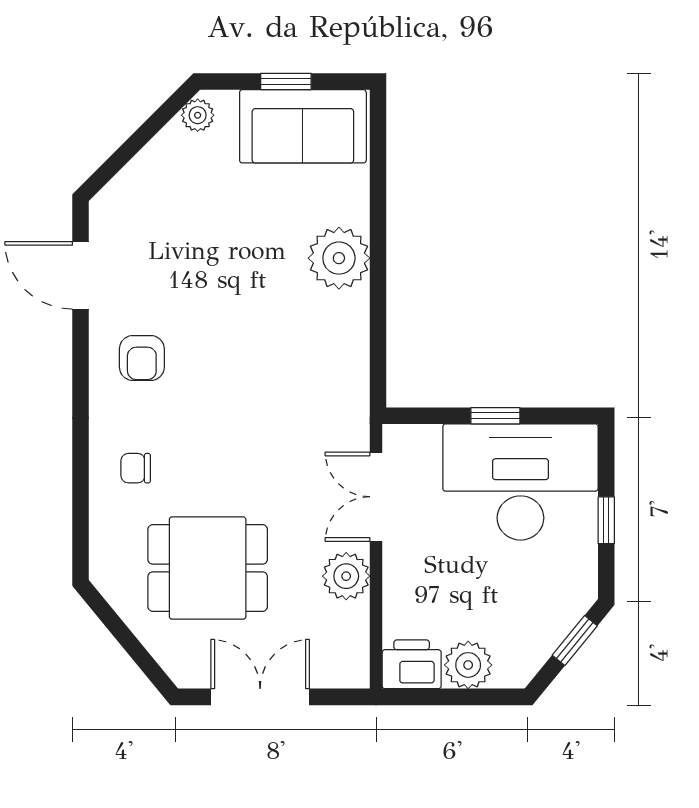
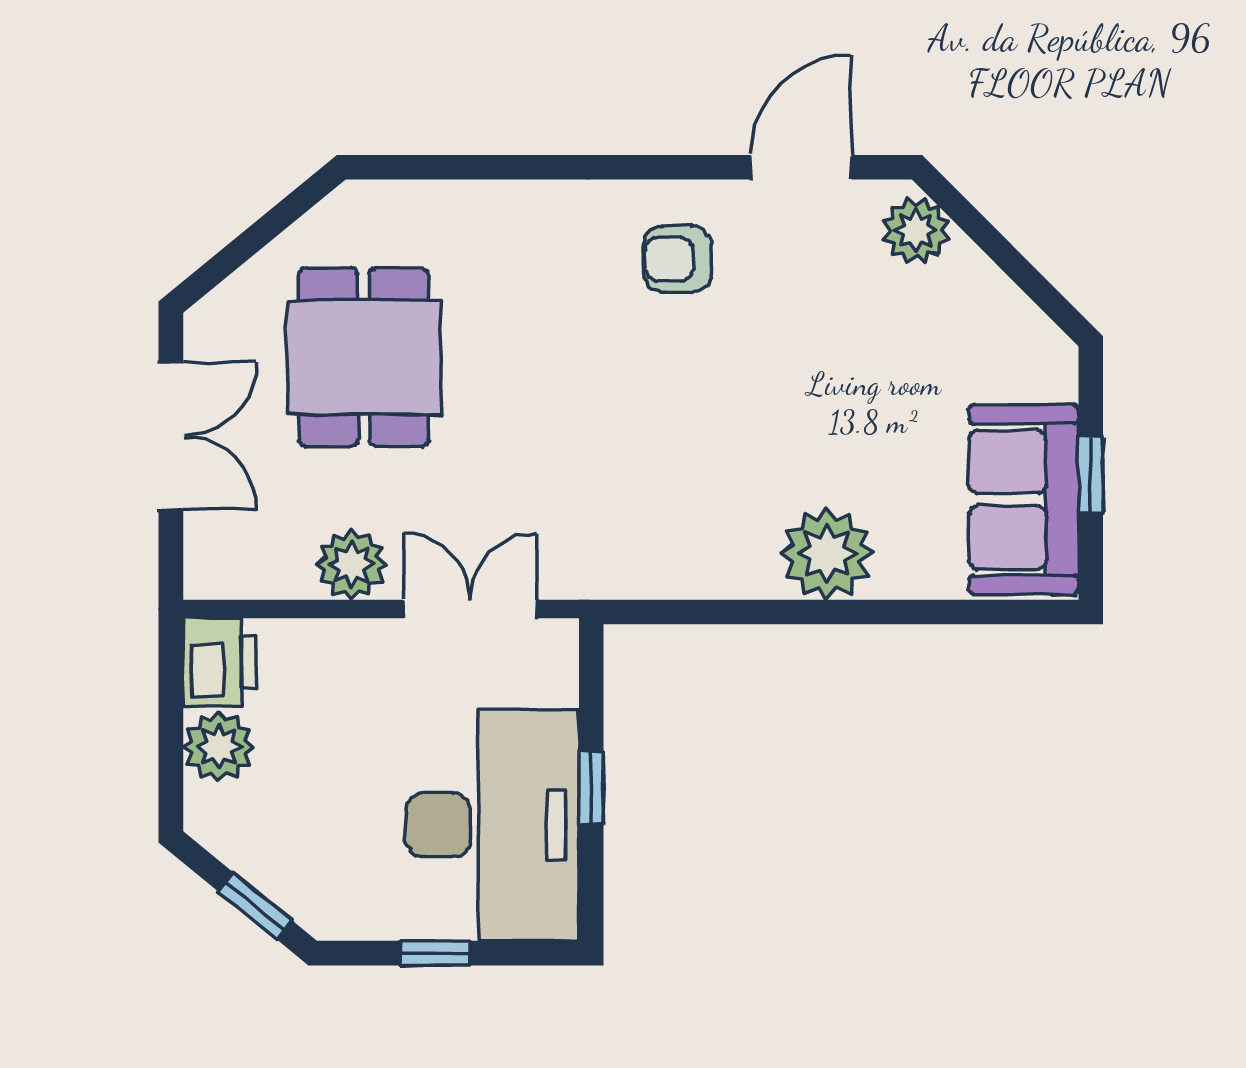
plant: (198, 115) -> (916, 231), moved, width x1.38, depth x1.38
chair: (136, 468) -> (513, 250), removed

